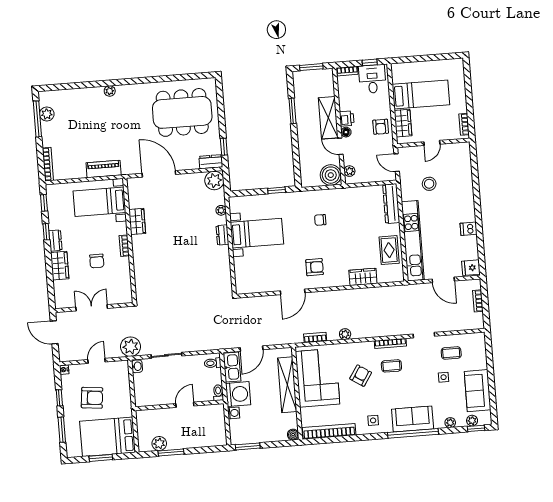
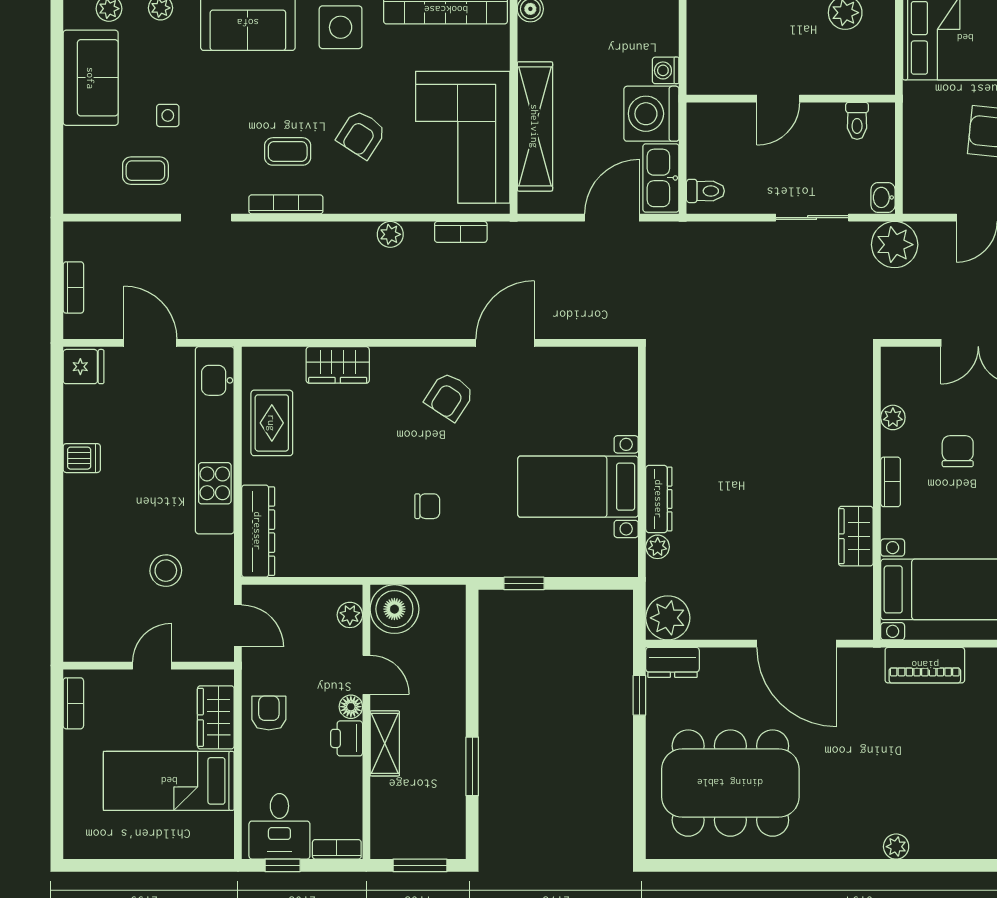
shelving: (328, 118) -> (385, 743), width x0.67, depth x0.75
dresser: (222, 235) -> (659, 499), width x1.44
armchair: (315, 267) -> (449, 397), turned -57
plant: (125, 273) -> (893, 417), added
toilet: (218, 393) -> (857, 121), moved
side table: (373, 420) -> (341, 27), width x1.87, depth x1.87

